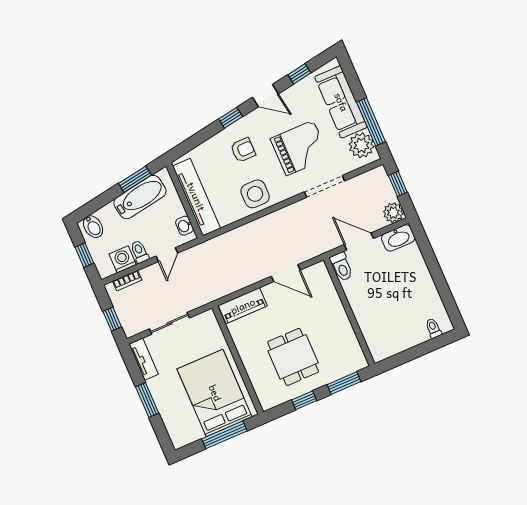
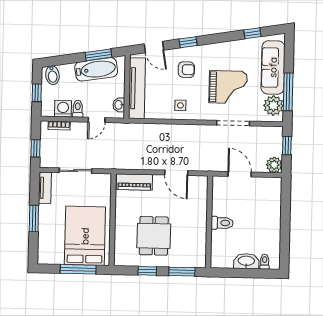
door: (265, 96) -> (154, 47), moved
side table: (255, 194) -> (180, 105), width x0.54, depth x0.54
washbasin: (398, 238) -> (246, 261), moved, turned 180
toilet: (342, 267) -> (222, 223), moved, turned -90

